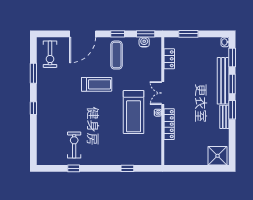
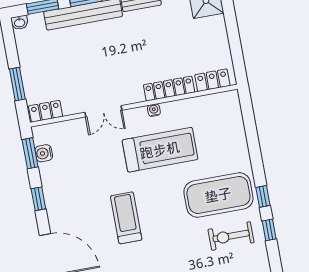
exercise mat: (116, 55) -> (218, 195), moved, width x2.00, depth x1.45
locker: (169, 59) -> (46, 111), moved
double door: (163, 93) -> (103, 111), moved
locker: (169, 151) -> (212, 80), added
window: (127, 168) -> (263, 196), moved

